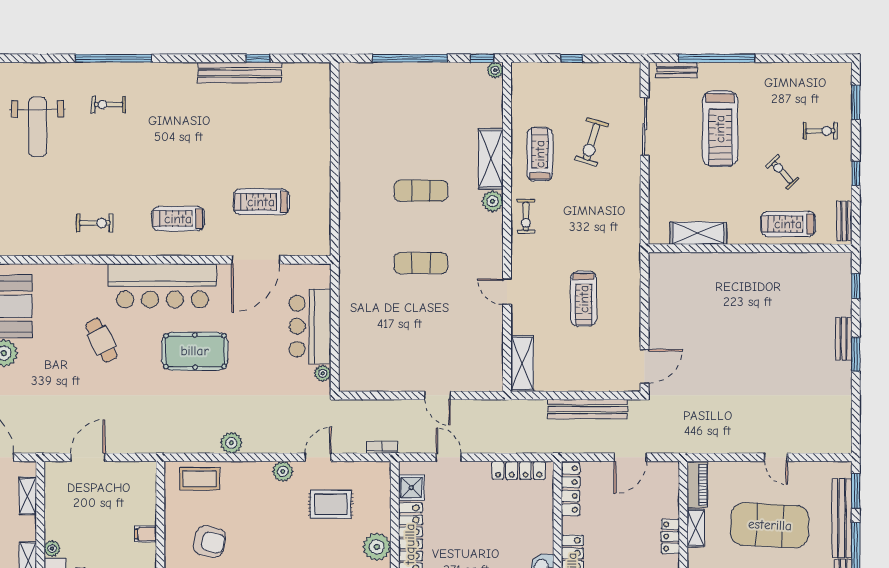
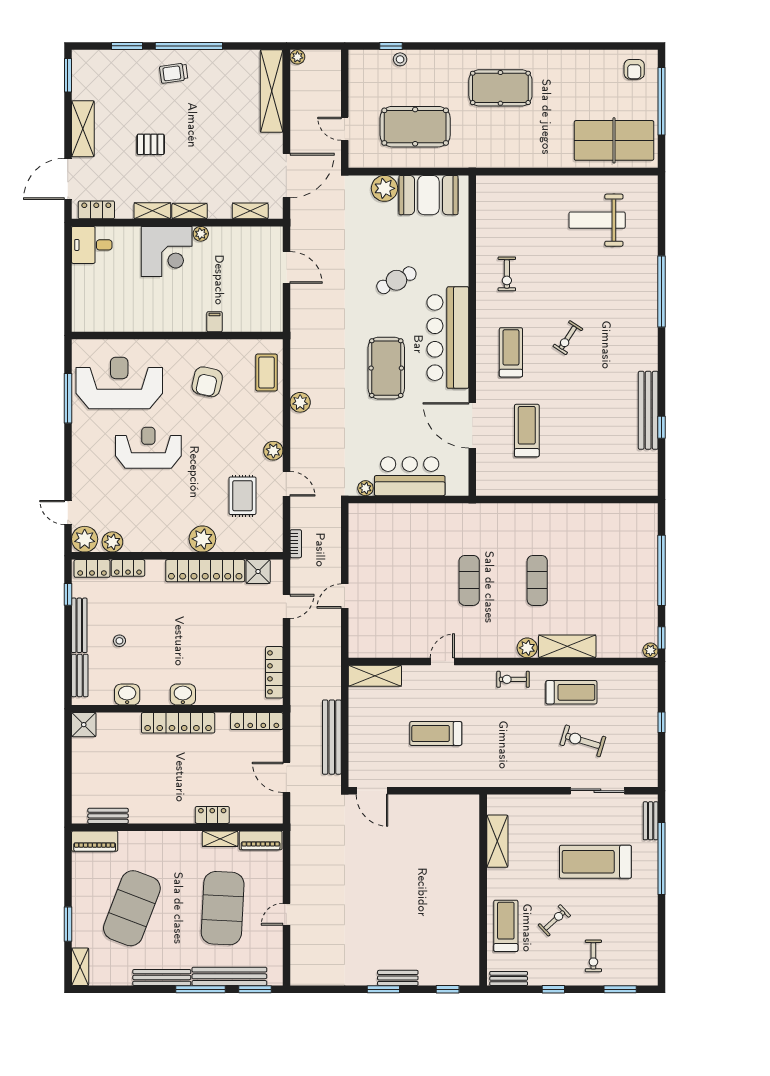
exercise bike: (109, 105) -> (568, 338), moved, turned -147

